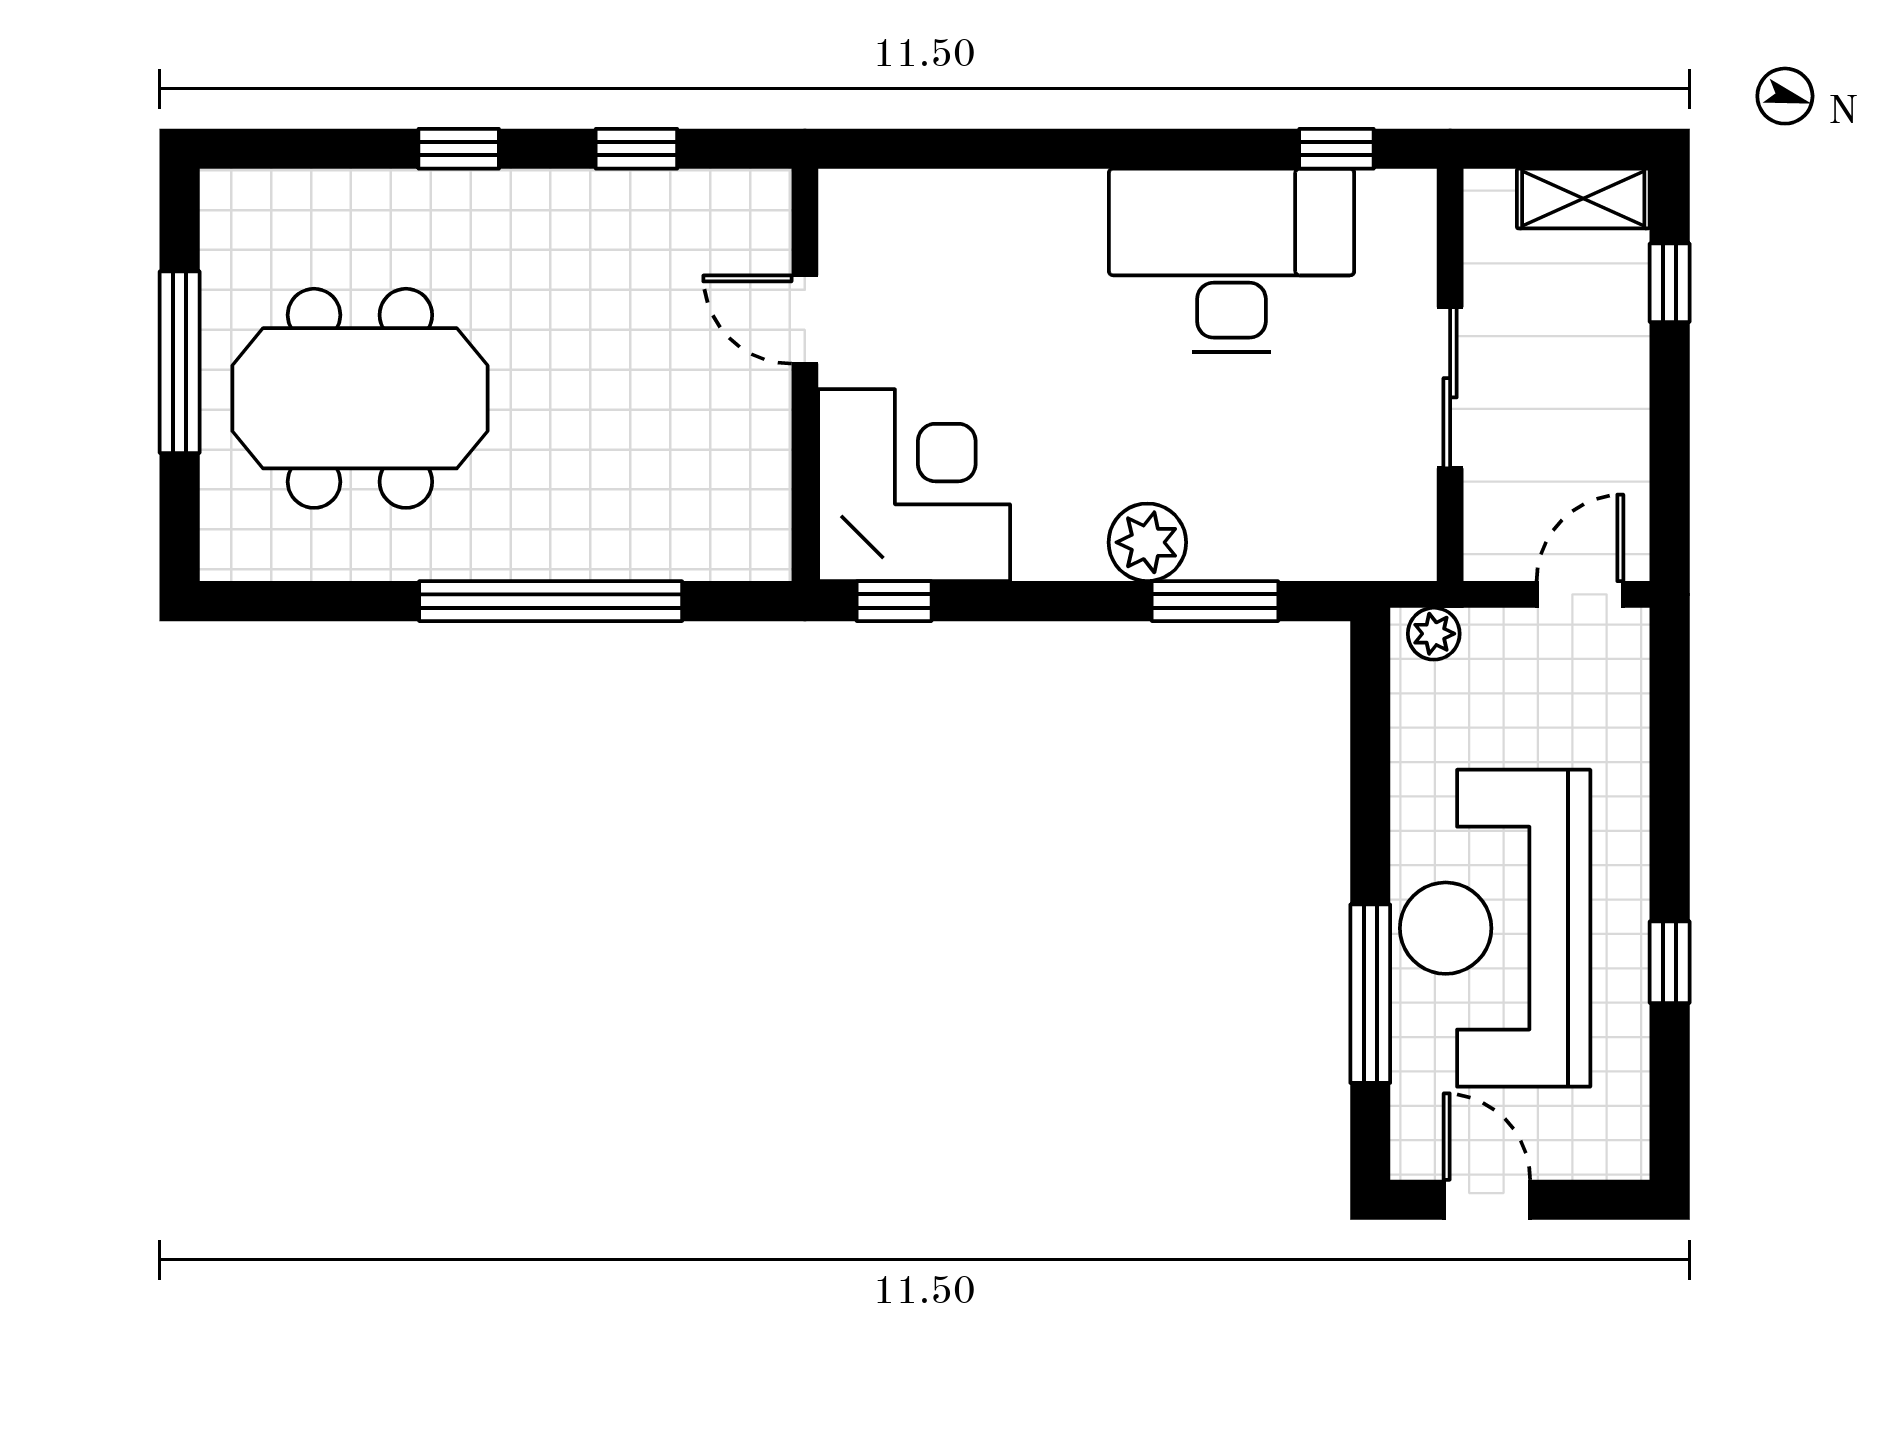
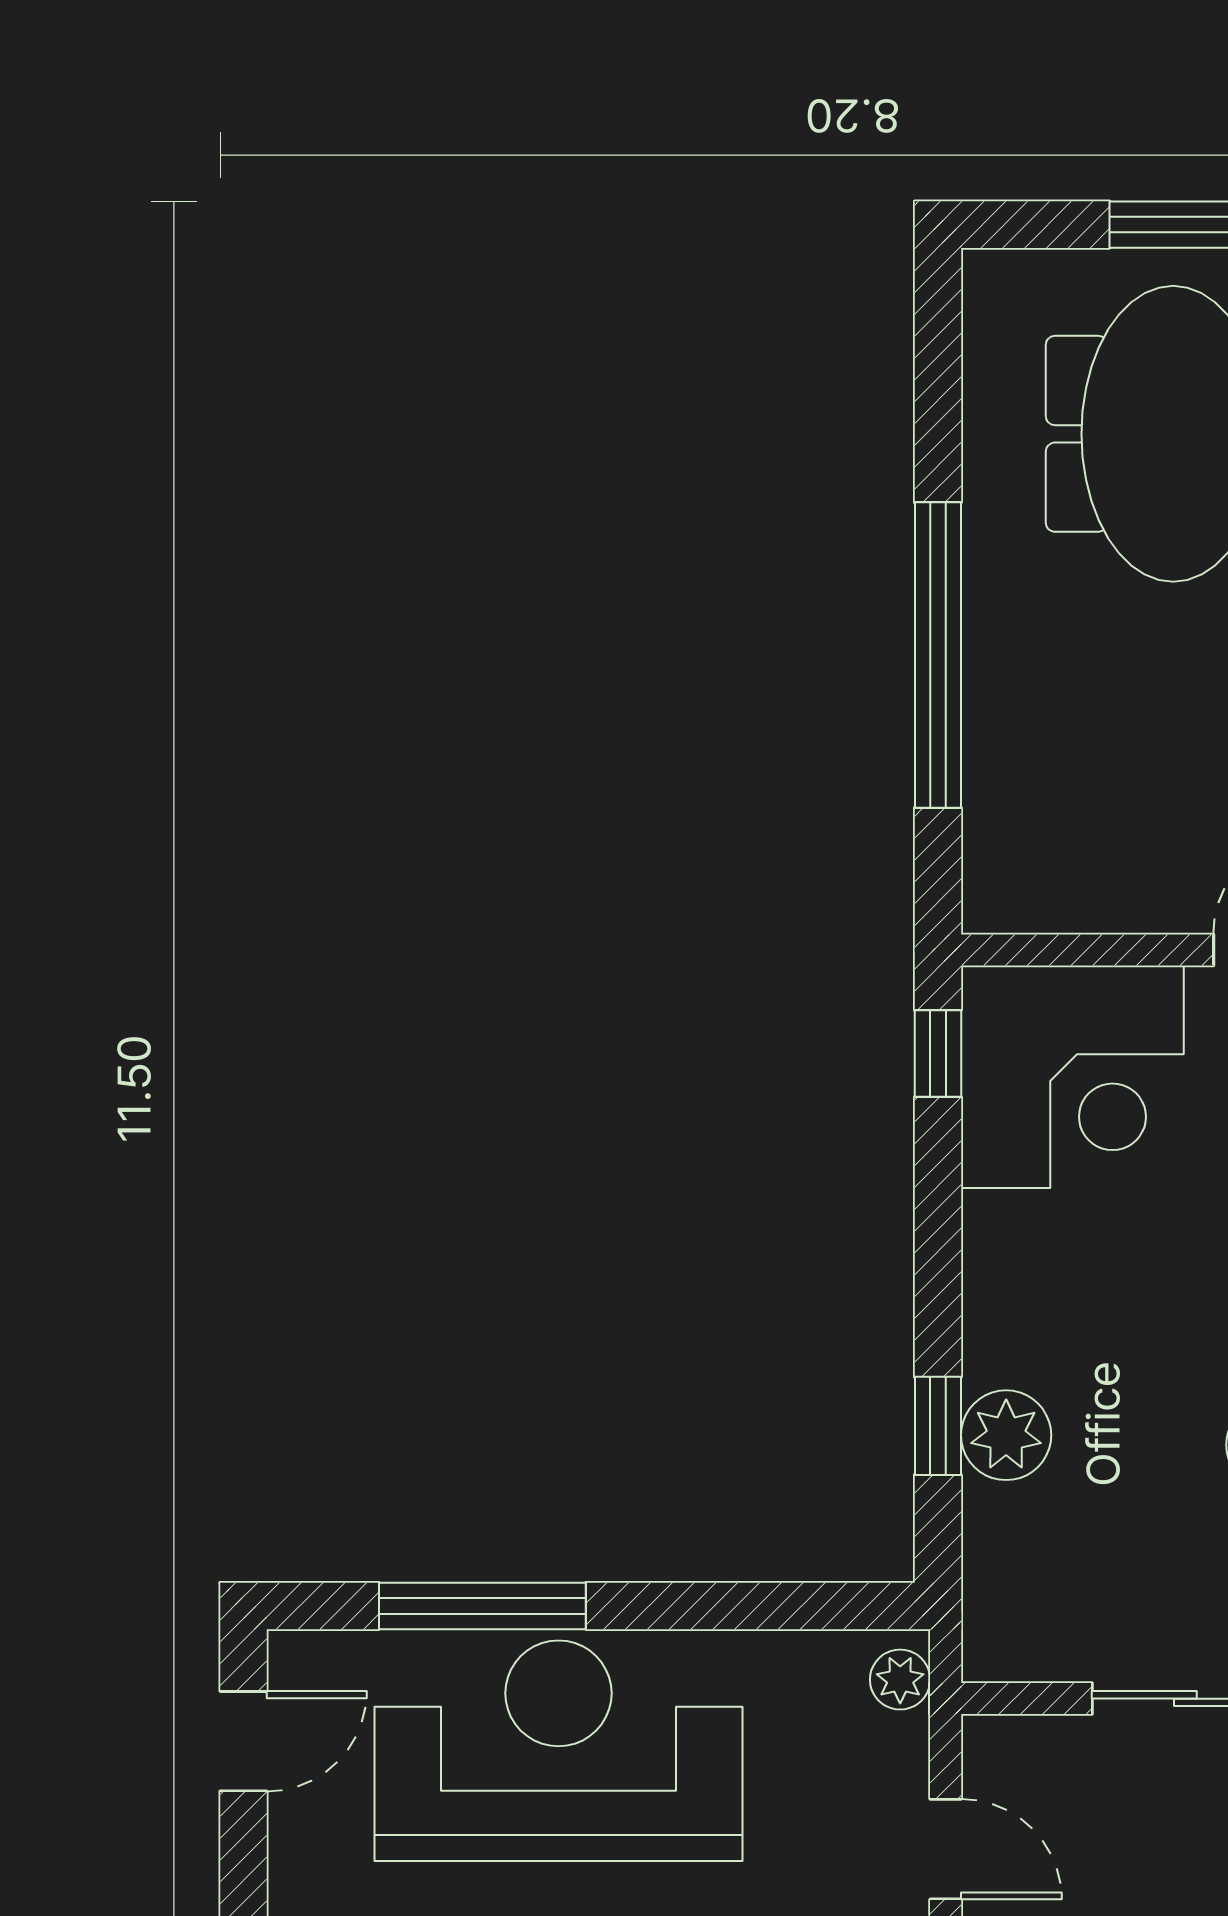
plant: (1147, 542) -> (1006, 1435), moved
window: (1215, 601) -> (938, 1426), width x0.67

